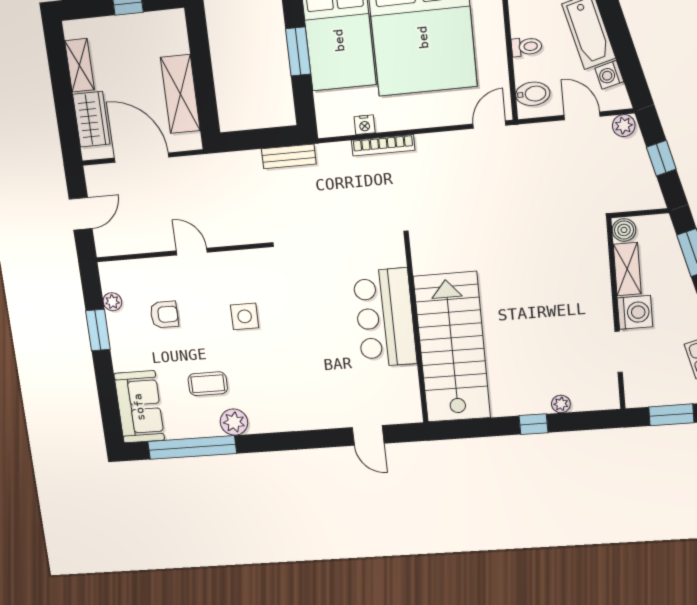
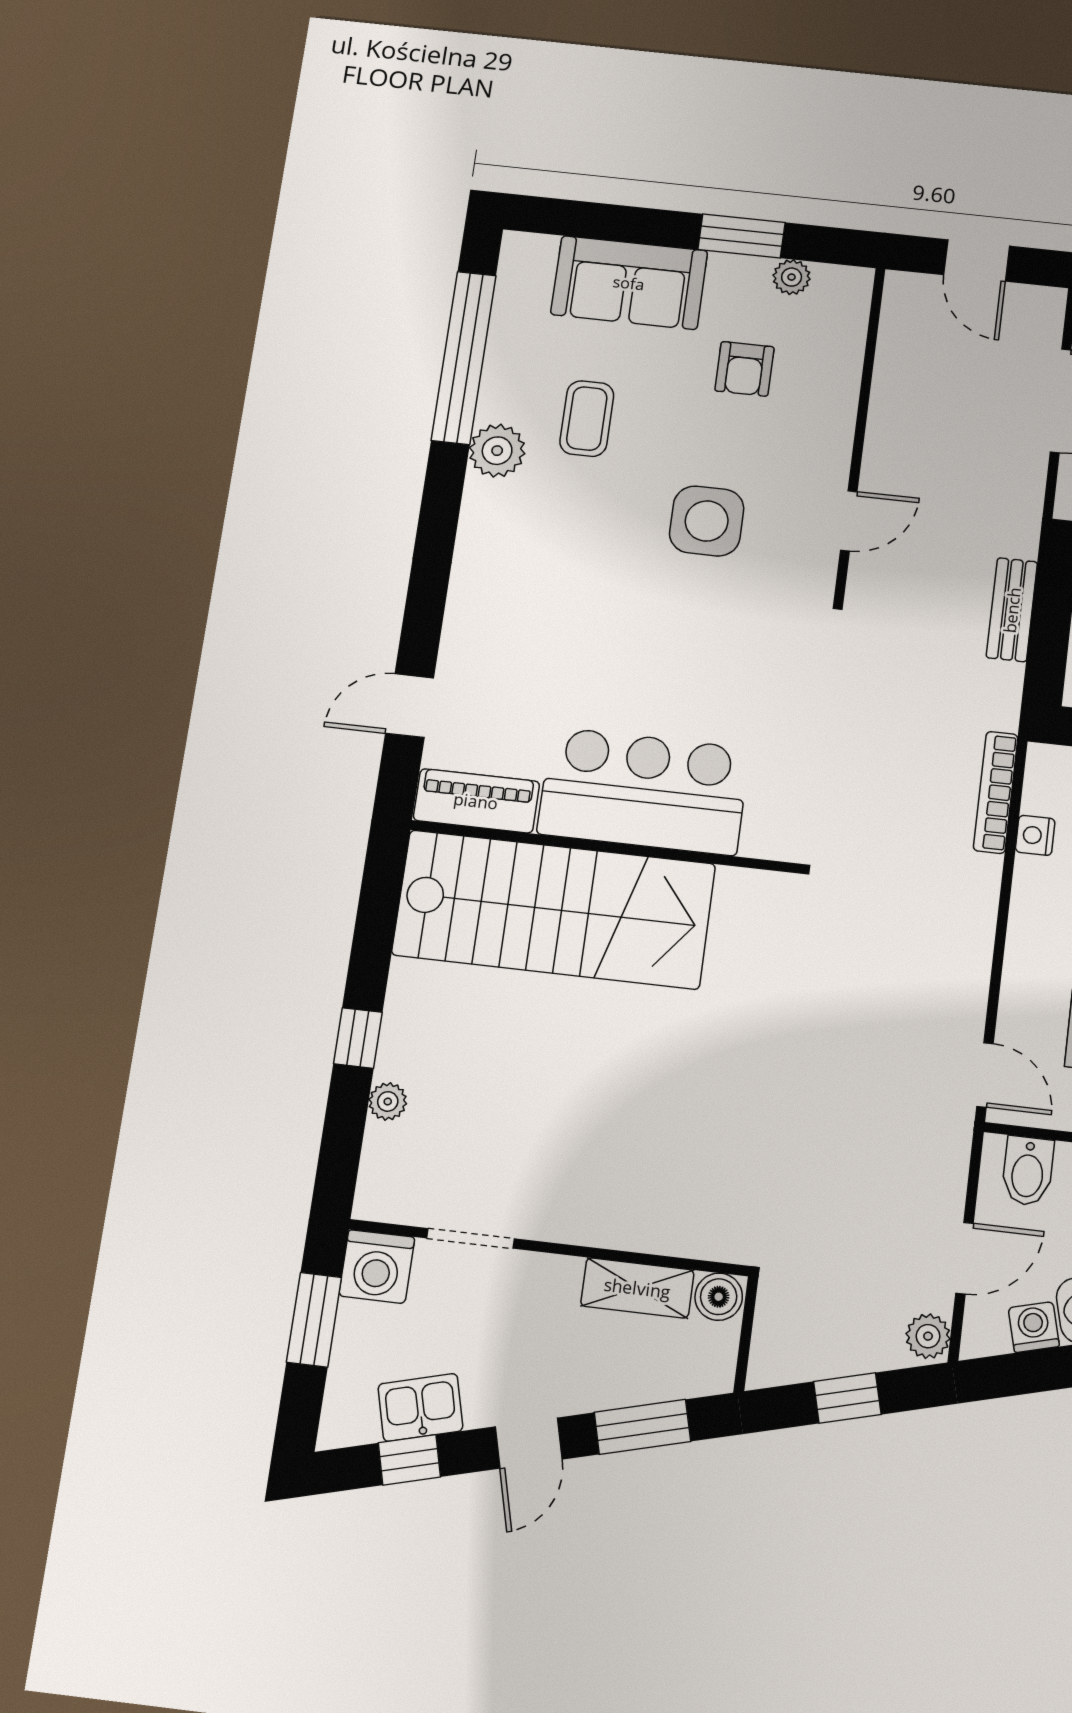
bookcase: (383, 145) -> (996, 792), moved
bench: (289, 156) -> (1012, 610), moved
door: (192, 252) -> (849, 521), moved
washing machine: (635, 312) -> (377, 1267), moved
side table: (245, 316) -> (707, 521), width x1.37, depth x1.37
piano: (407, 395) -> (476, 801), added
sofa: (139, 407) -> (629, 283), moved

